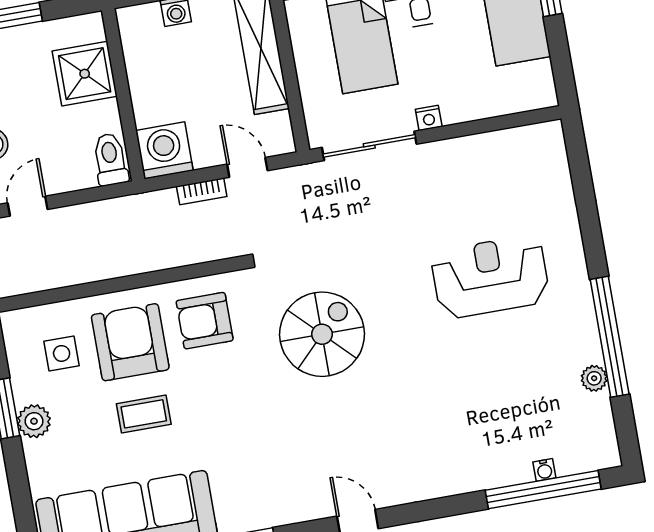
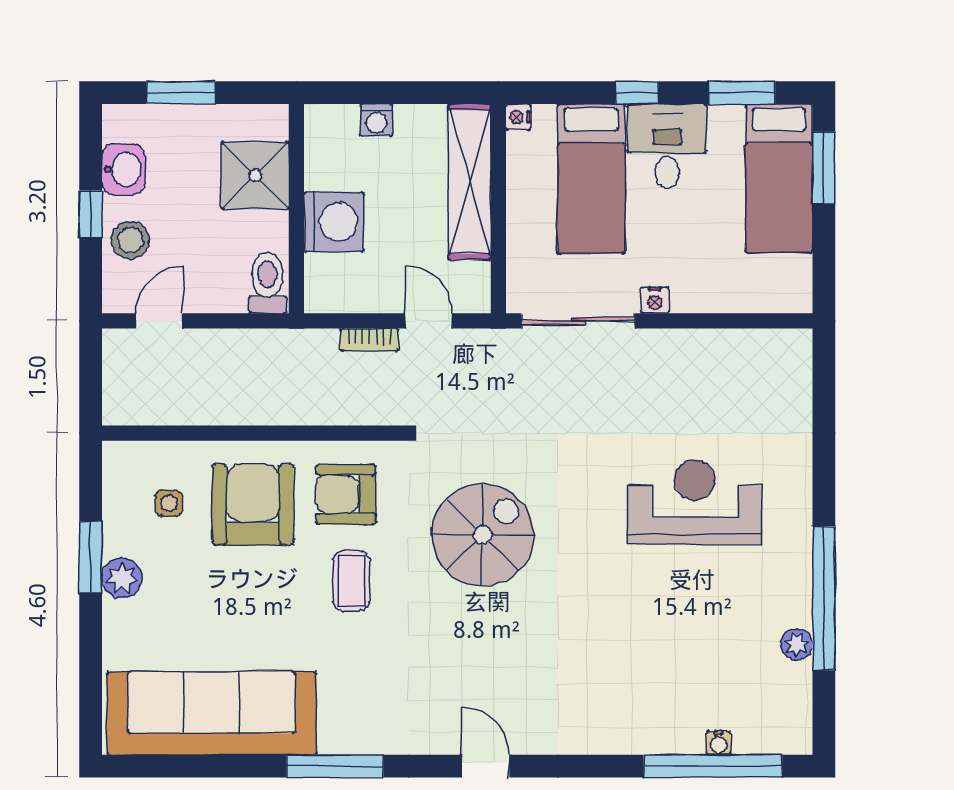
washing machine: (164, 150) -> (334, 222), moved, turned 90
side table: (62, 353) -> (169, 503), width x0.73, depth x0.73
coffee table: (144, 414) -> (351, 581), moved, turned 90

